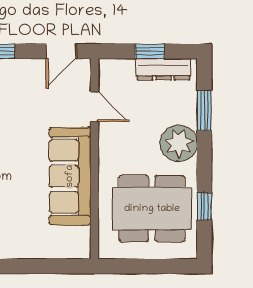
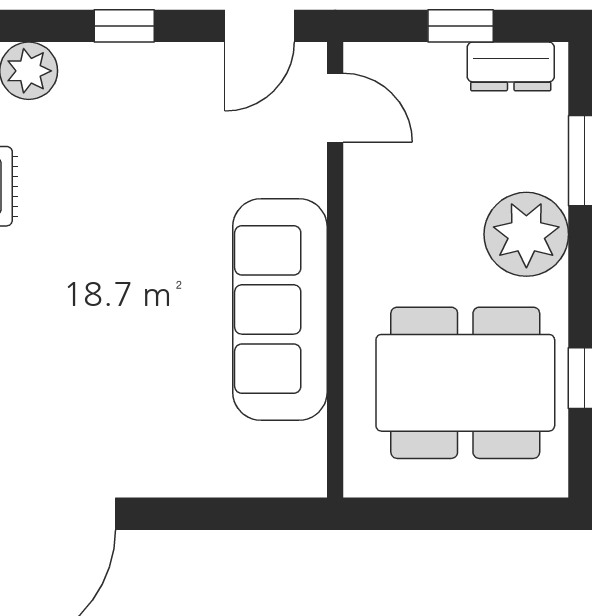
dresser: (163, 69) -> (511, 66), width x0.70
door: (94, 107) -> (335, 108), moved

